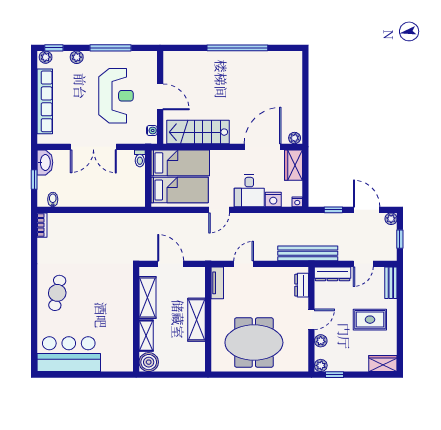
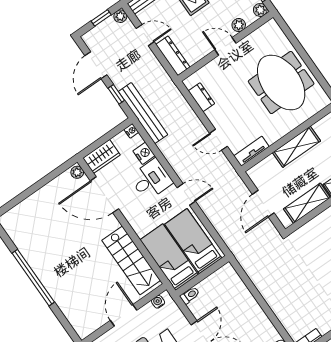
plant: (391, 219) -> (120, 16), moved
bench: (308, 253) -> (143, 113), moved
dresser: (302, 285) -> (201, 97), moved, turned -90

